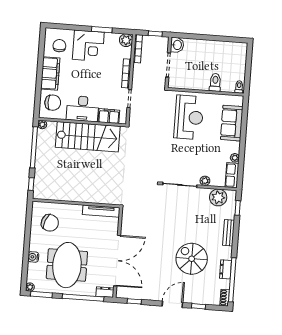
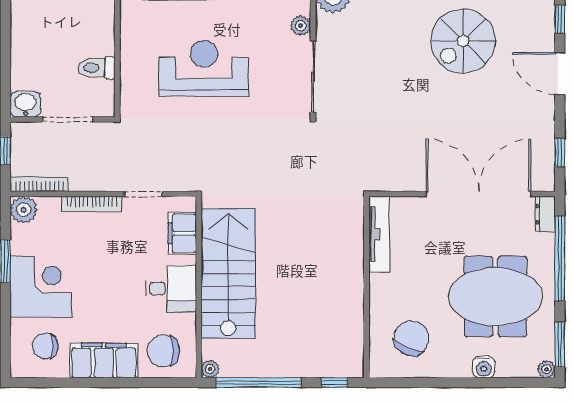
toilet: (215, 82) -> (96, 68), moved
chair: (53, 103) -> (163, 351), turned -90
desk: (83, 109) -> (171, 289), width x0.73
reception desk: (189, 117) -> (204, 68), moved

